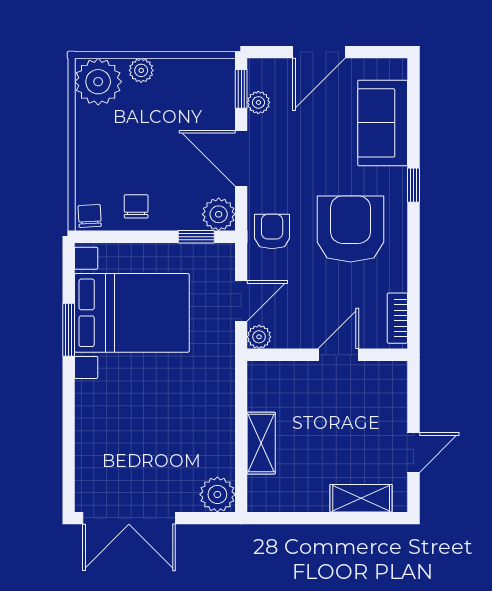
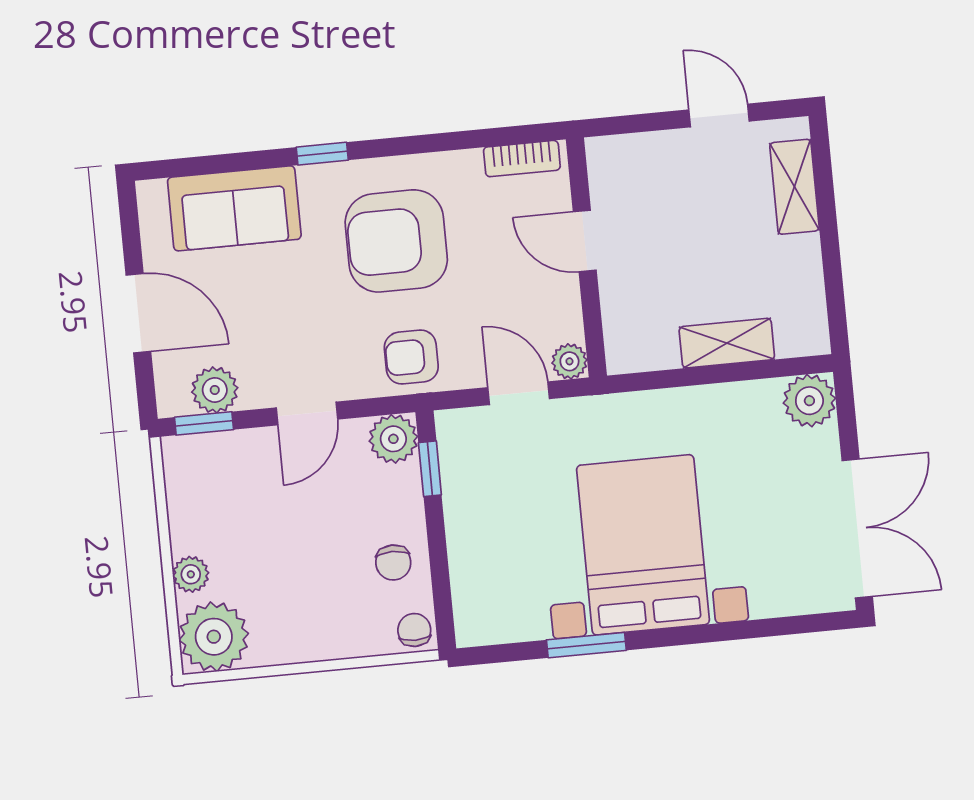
plant: (258, 102) -> (215, 390), width x1.38, depth x1.38
door: (241, 158) -> (307, 414), width x0.73
chair: (136, 206) -> (393, 562), turned -90
chair: (90, 216) -> (414, 630), turned 93
bed with nightstands: (132, 313) -> (643, 545), moved

